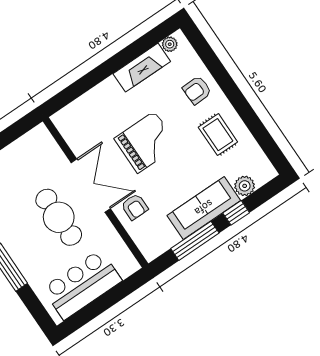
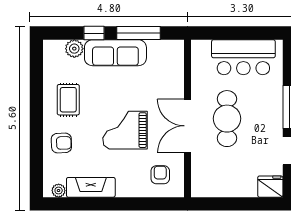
armchair: (135, 207) -> (160, 175), moved

